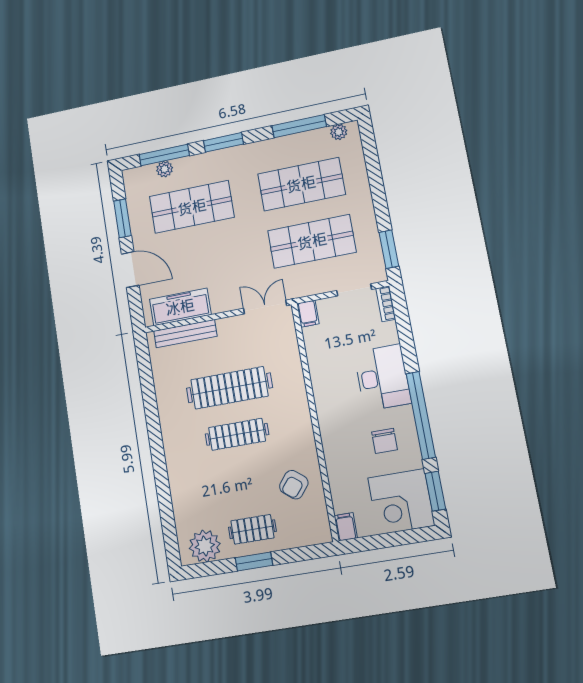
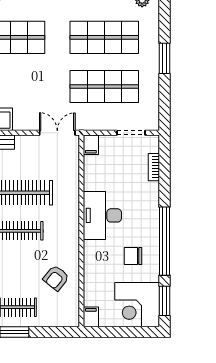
window: (389, 249) -> (165, 58), moved
bookcase: (386, 304) -> (154, 167), moved
desk: (382, 378) -> (102, 215), moved, turned 180
chair: (384, 441) -> (133, 256), turned 90

